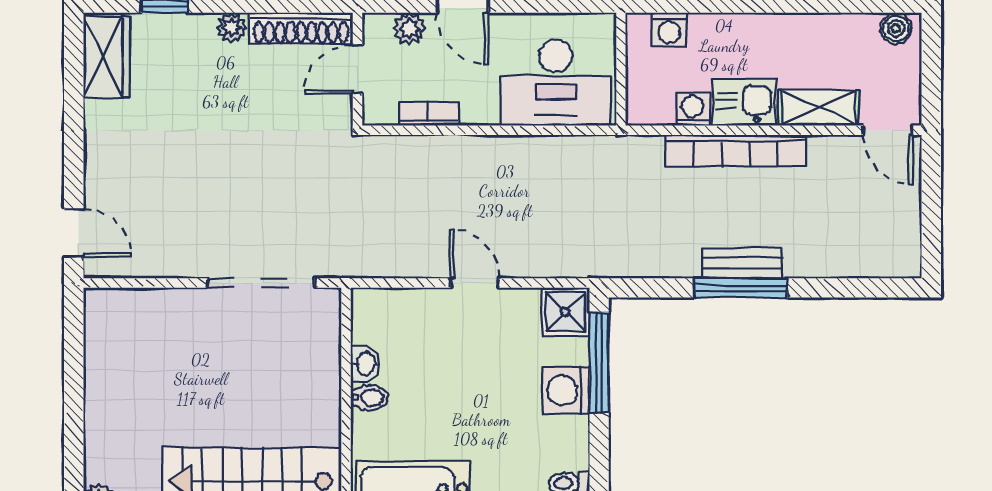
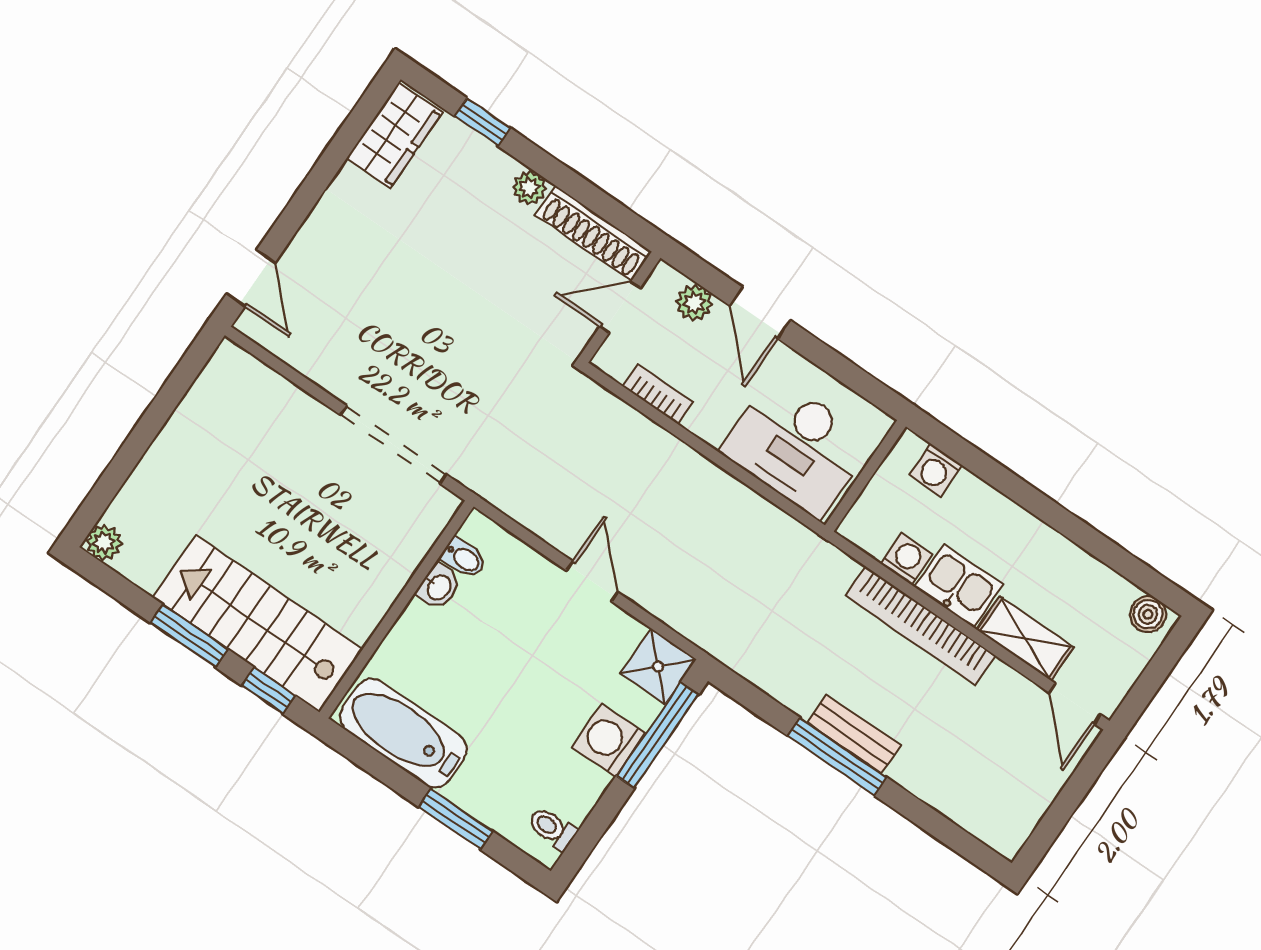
bidet: (369, 398) -> (464, 558), moved

